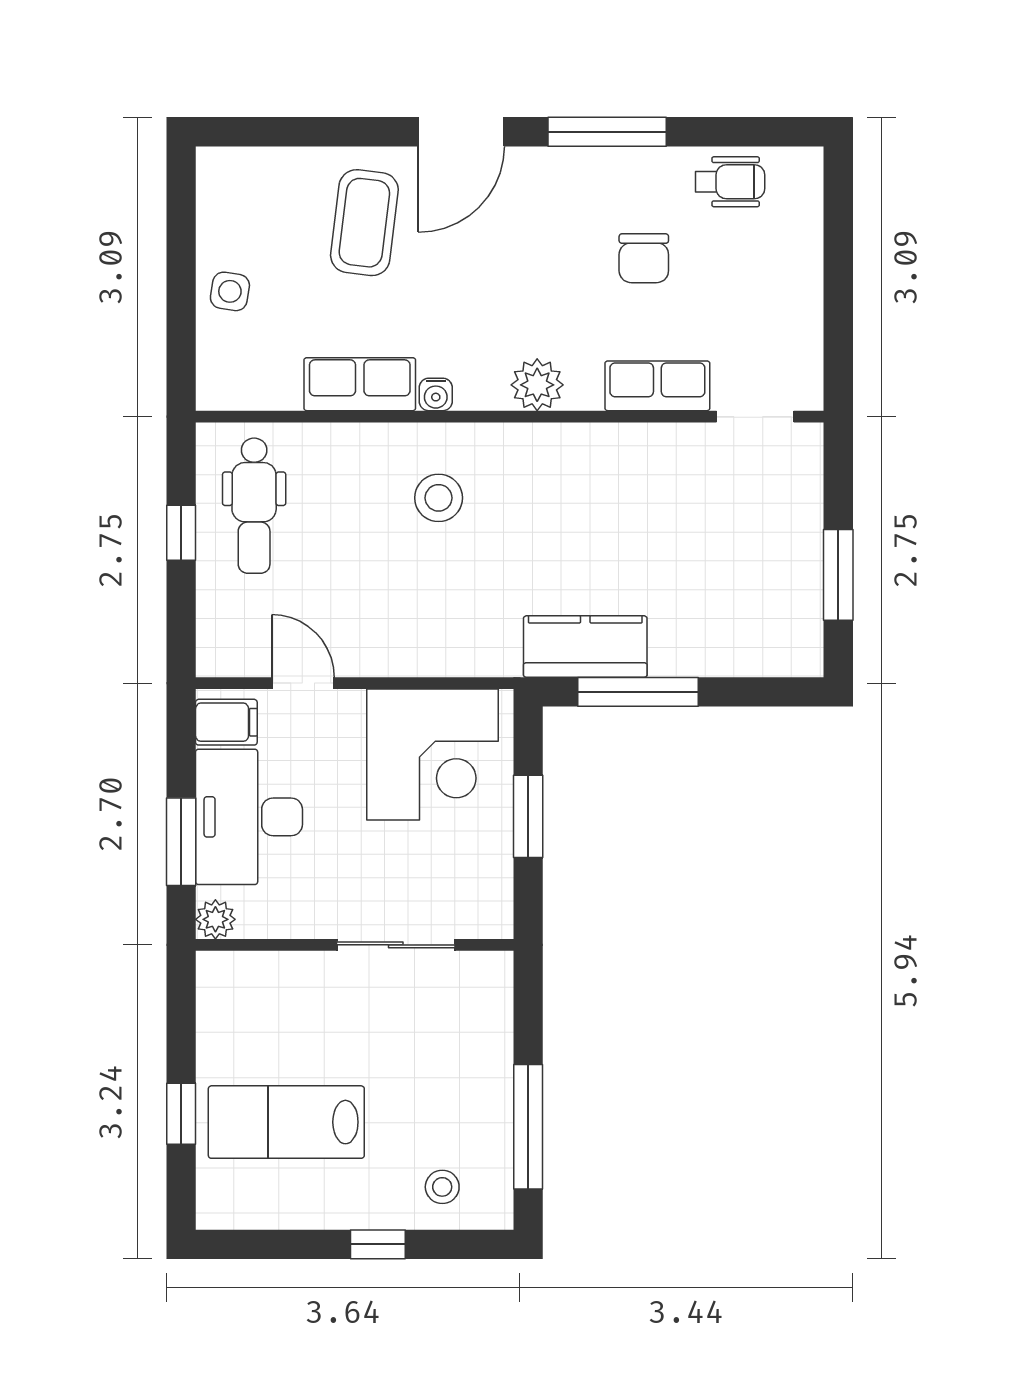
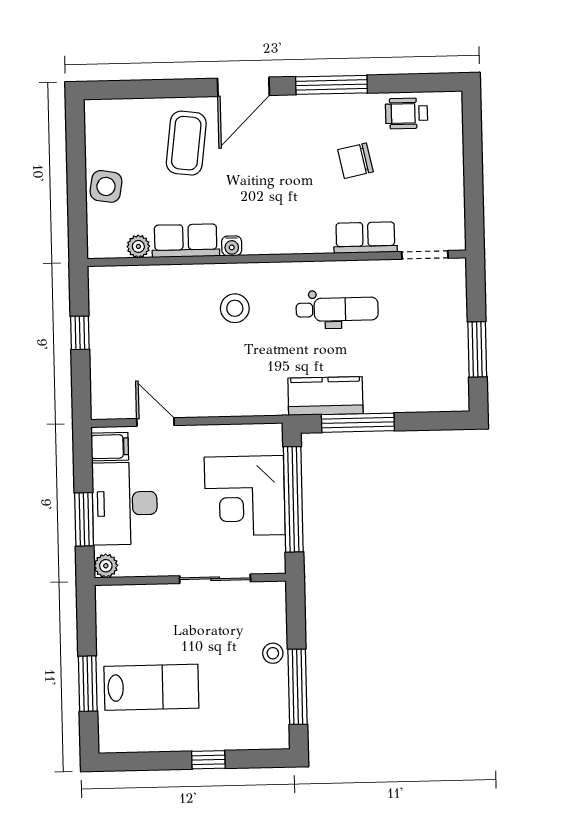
wheelchair: (730, 182) -> (406, 113), turned 180
chair: (644, 258) -> (355, 161), turned 78
side table: (230, 291) -> (106, 186), width x1.37, depth x1.37
plant: (537, 385) -> (138, 246), moved, width x0.73, depth x0.73
dental chair: (254, 506) -> (337, 309), moved, turned -90
corner desk: (433, 755) -> (245, 496), moved, turned 90
window: (528, 816) -> (293, 499), width x2.11
window: (181, 1114) -> (88, 684), width x1.50
lab bench: (286, 1122) -> (151, 687), turned 180
stool: (442, 1187) -> (273, 653), moved

